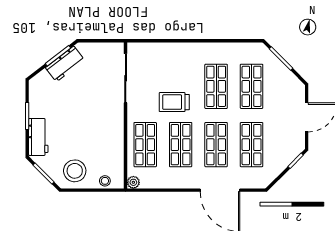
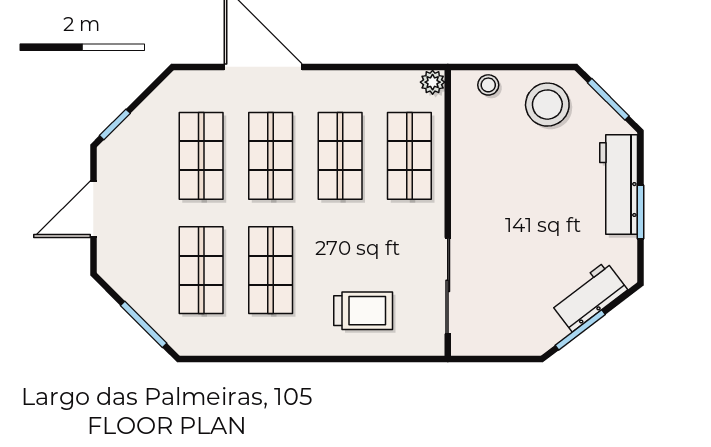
workbench: (65, 64) -> (589, 296), moved
trolley: (174, 102) -> (363, 311), moved
workbench: (38, 137) -> (619, 185), width x1.38

